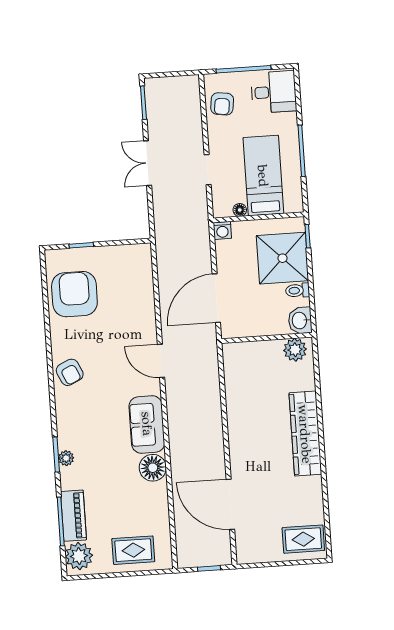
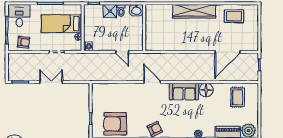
double door: (148, 163) -> (51, 82), swing flipped
shower: (282, 258) -> (110, 11), width x0.54, depth x0.54
door: (216, 298) -> (122, 52), width x0.53
plant: (295, 350) -> (151, 14), removed
door: (161, 361) -> (152, 82), swing flipped
rug: (303, 539) -> (234, 16), moved, turned 90
rug: (133, 550) -> (238, 97), moved

